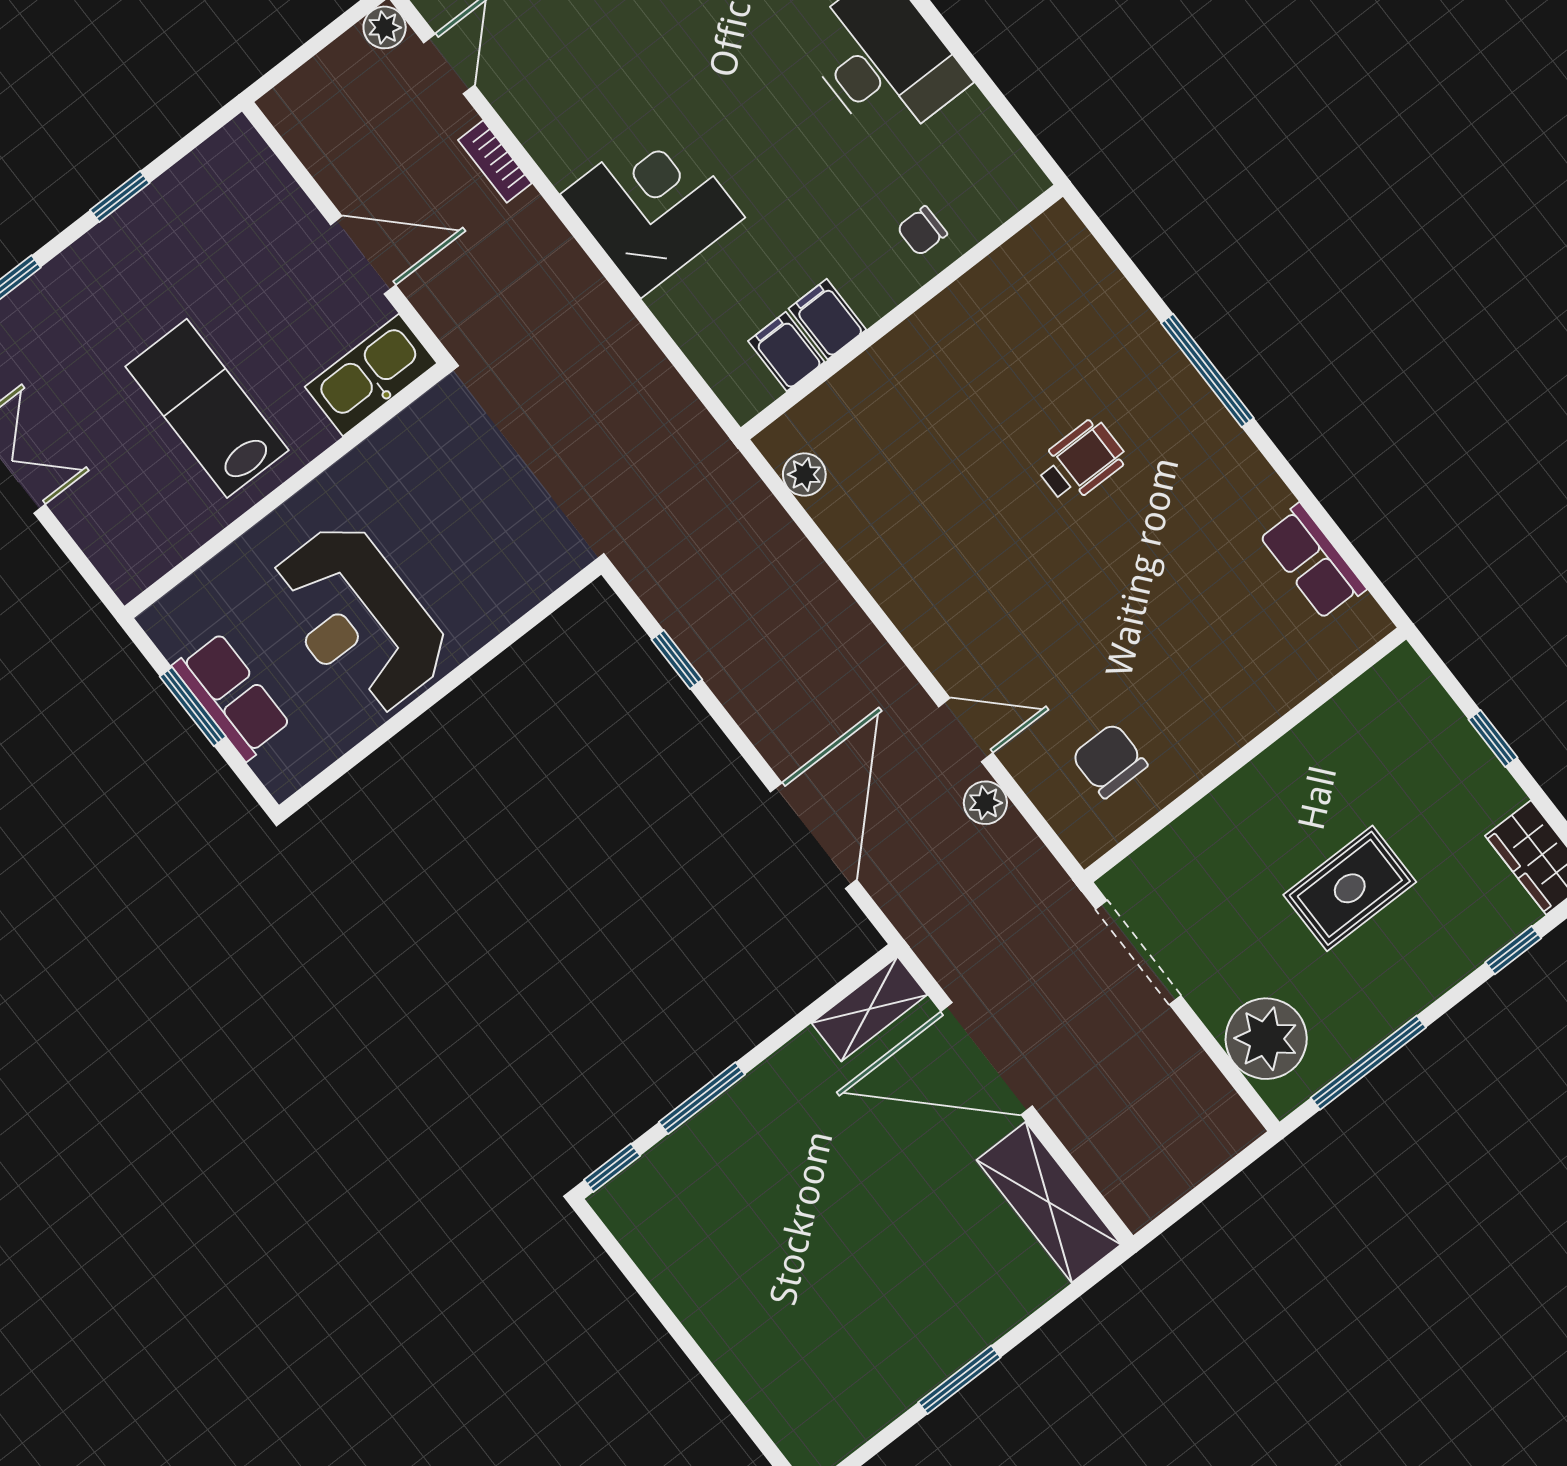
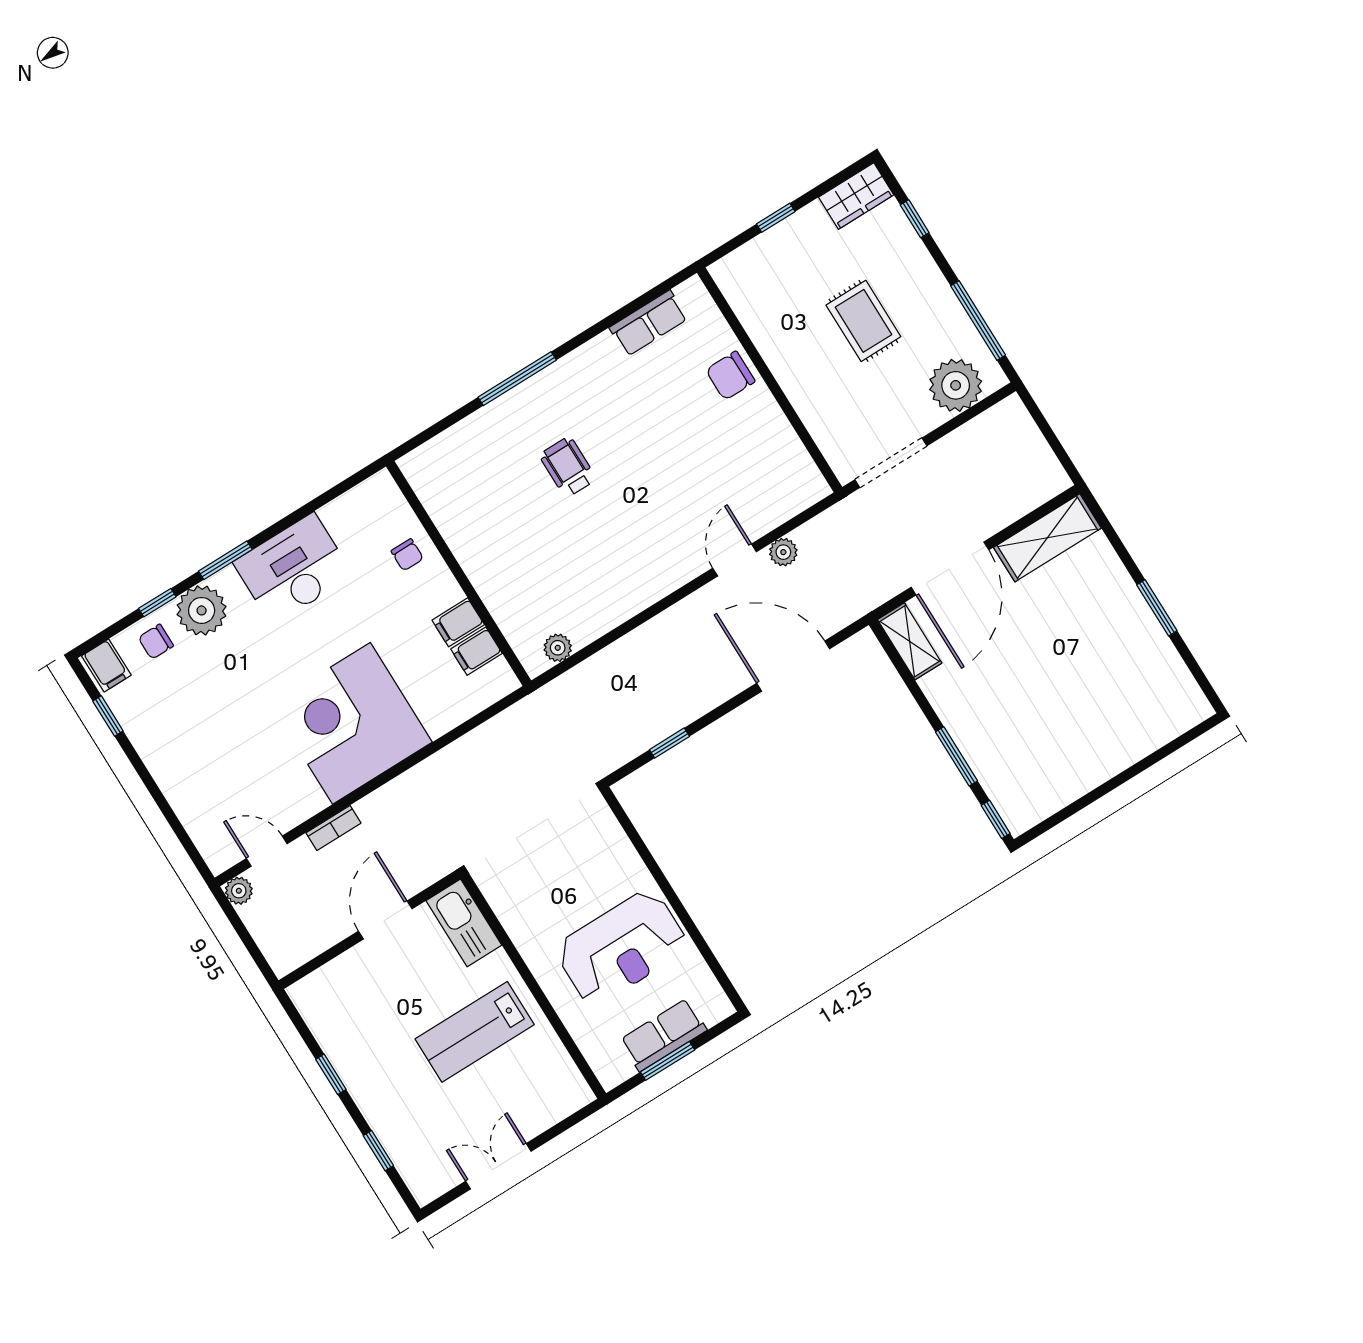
corner desk: (653, 206) -> (351, 723), width x1.36, depth x1.36
chair: (1109, 761) -> (730, 376), moved

